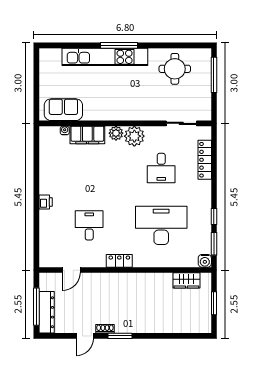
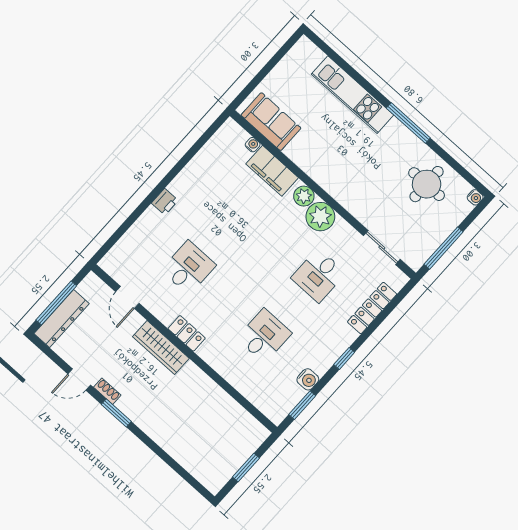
window: (119, 45) -> (408, 123), moved
water cooler: (207, 53) -> (475, 197), added
kitchen unit: (105, 57) -> (352, 95), width x0.73
window: (214, 75) -> (444, 248), moved
window: (214, 216) -> (344, 358), moved
desk: (161, 225) -> (264, 336), width x0.53, depth x0.77
water cooler: (205, 261) -> (308, 379), moved, turned -90
door: (71, 270) -> (127, 297), hinge flipped
wardrobe: (186, 280) -> (161, 348), moved, width x1.50

